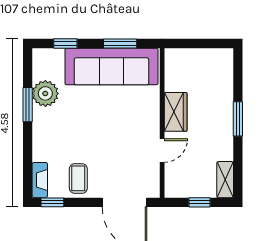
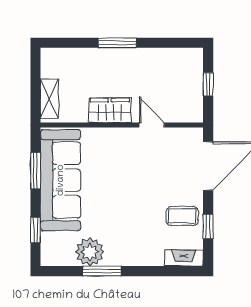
shelving: (225, 180) -> (49, 99), moved, turned 90
window: (52, 202) -> (208, 226), moved

